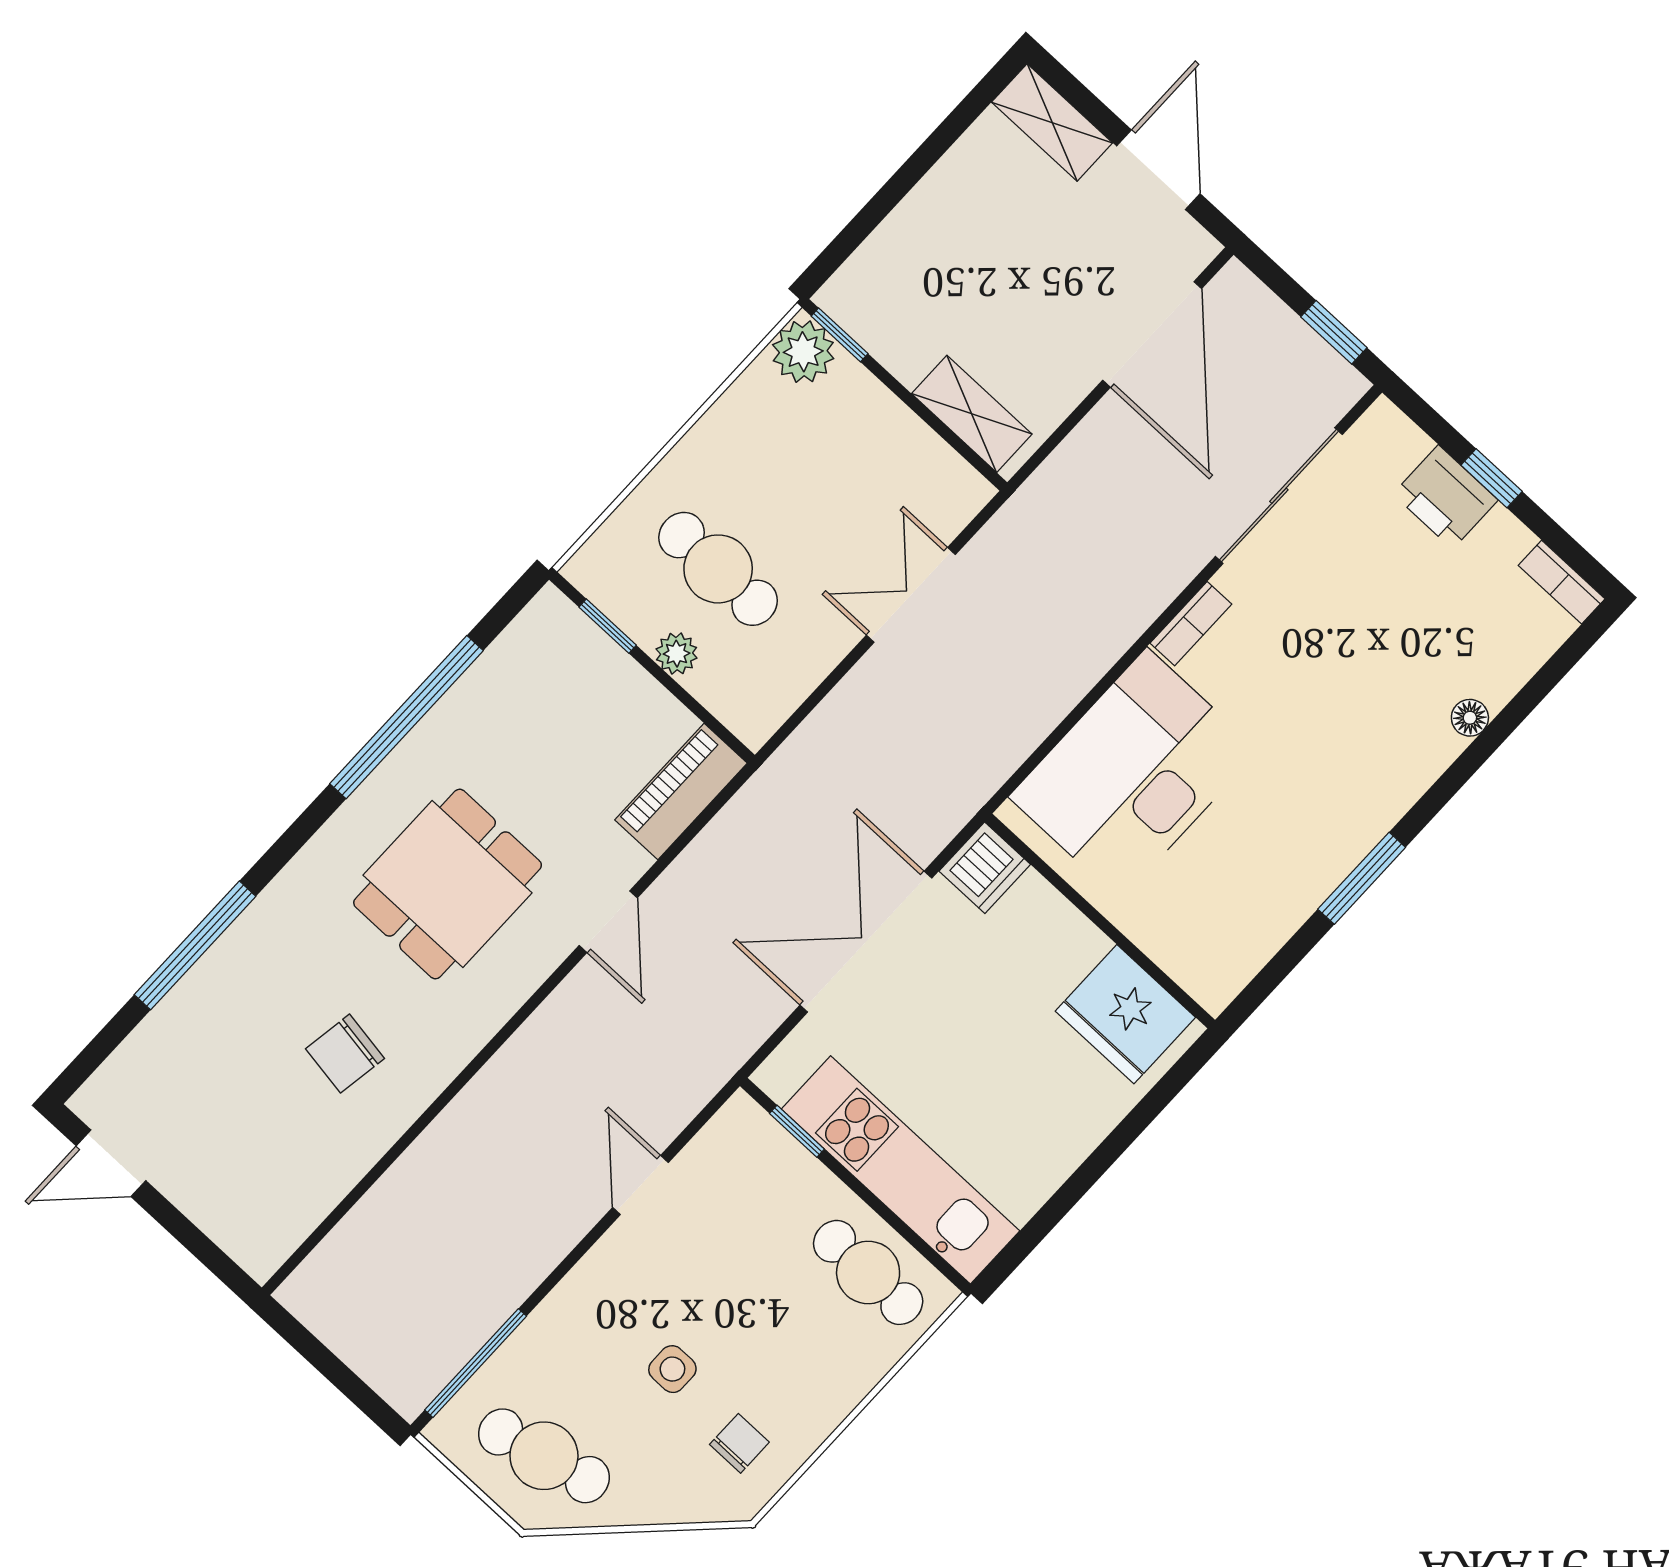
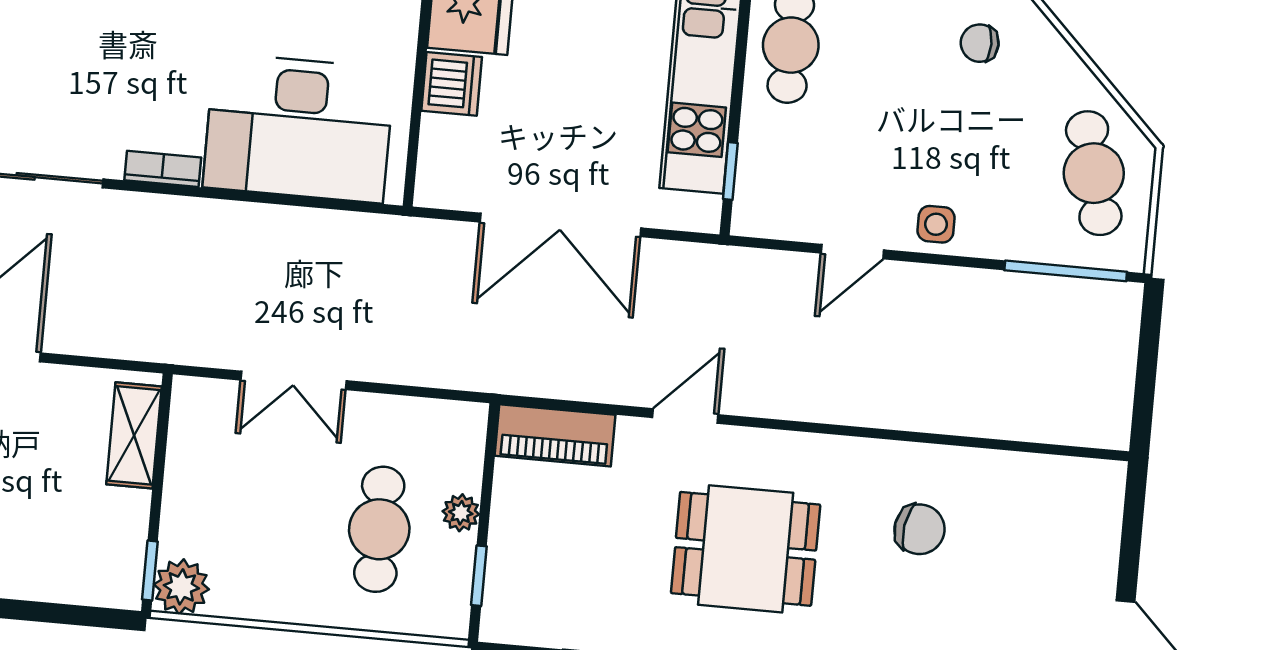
dishwasher: (985, 868) -> (452, 84), moved, turned 90
side table: (672, 1369) -> (936, 224), moved

